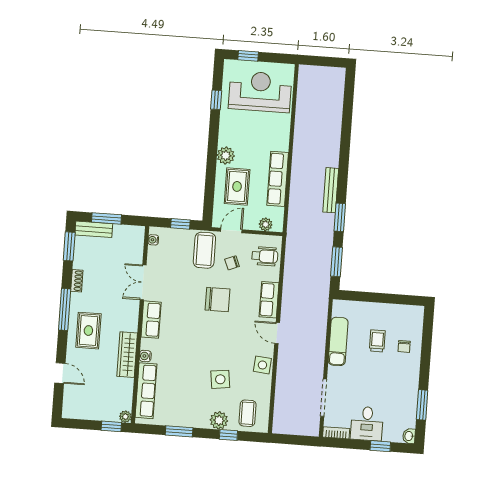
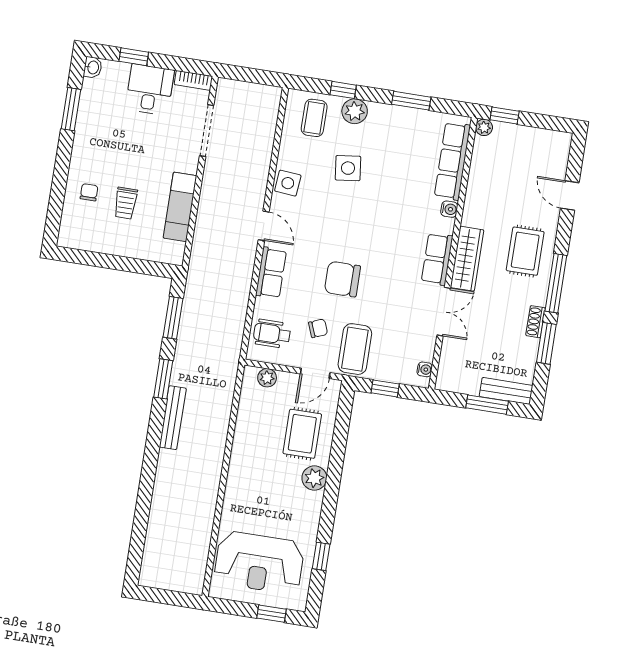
row of seats: (278, 179) -> (245, 440), removed
window: (69, 246) -> (546, 343), moved
wardrobe: (127, 355) -> (467, 259), moved

